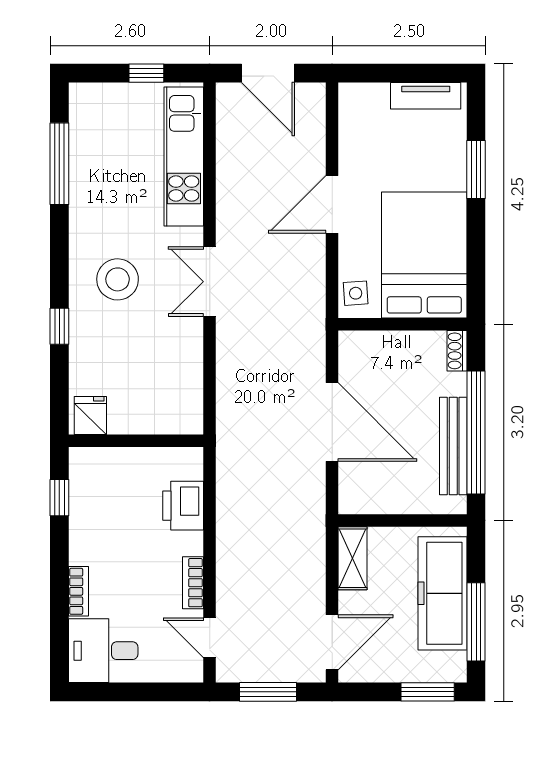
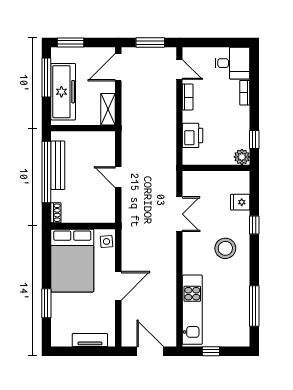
tv unit: (426, 96) -> (90, 340), moved
double door: (210, 282) -> (179, 214), moved
fridge: (90, 416) -> (240, 202), moved, turned 90
door: (332, 422) -> (118, 177), width x0.53
plant: (84, 463) -> (242, 157), added

